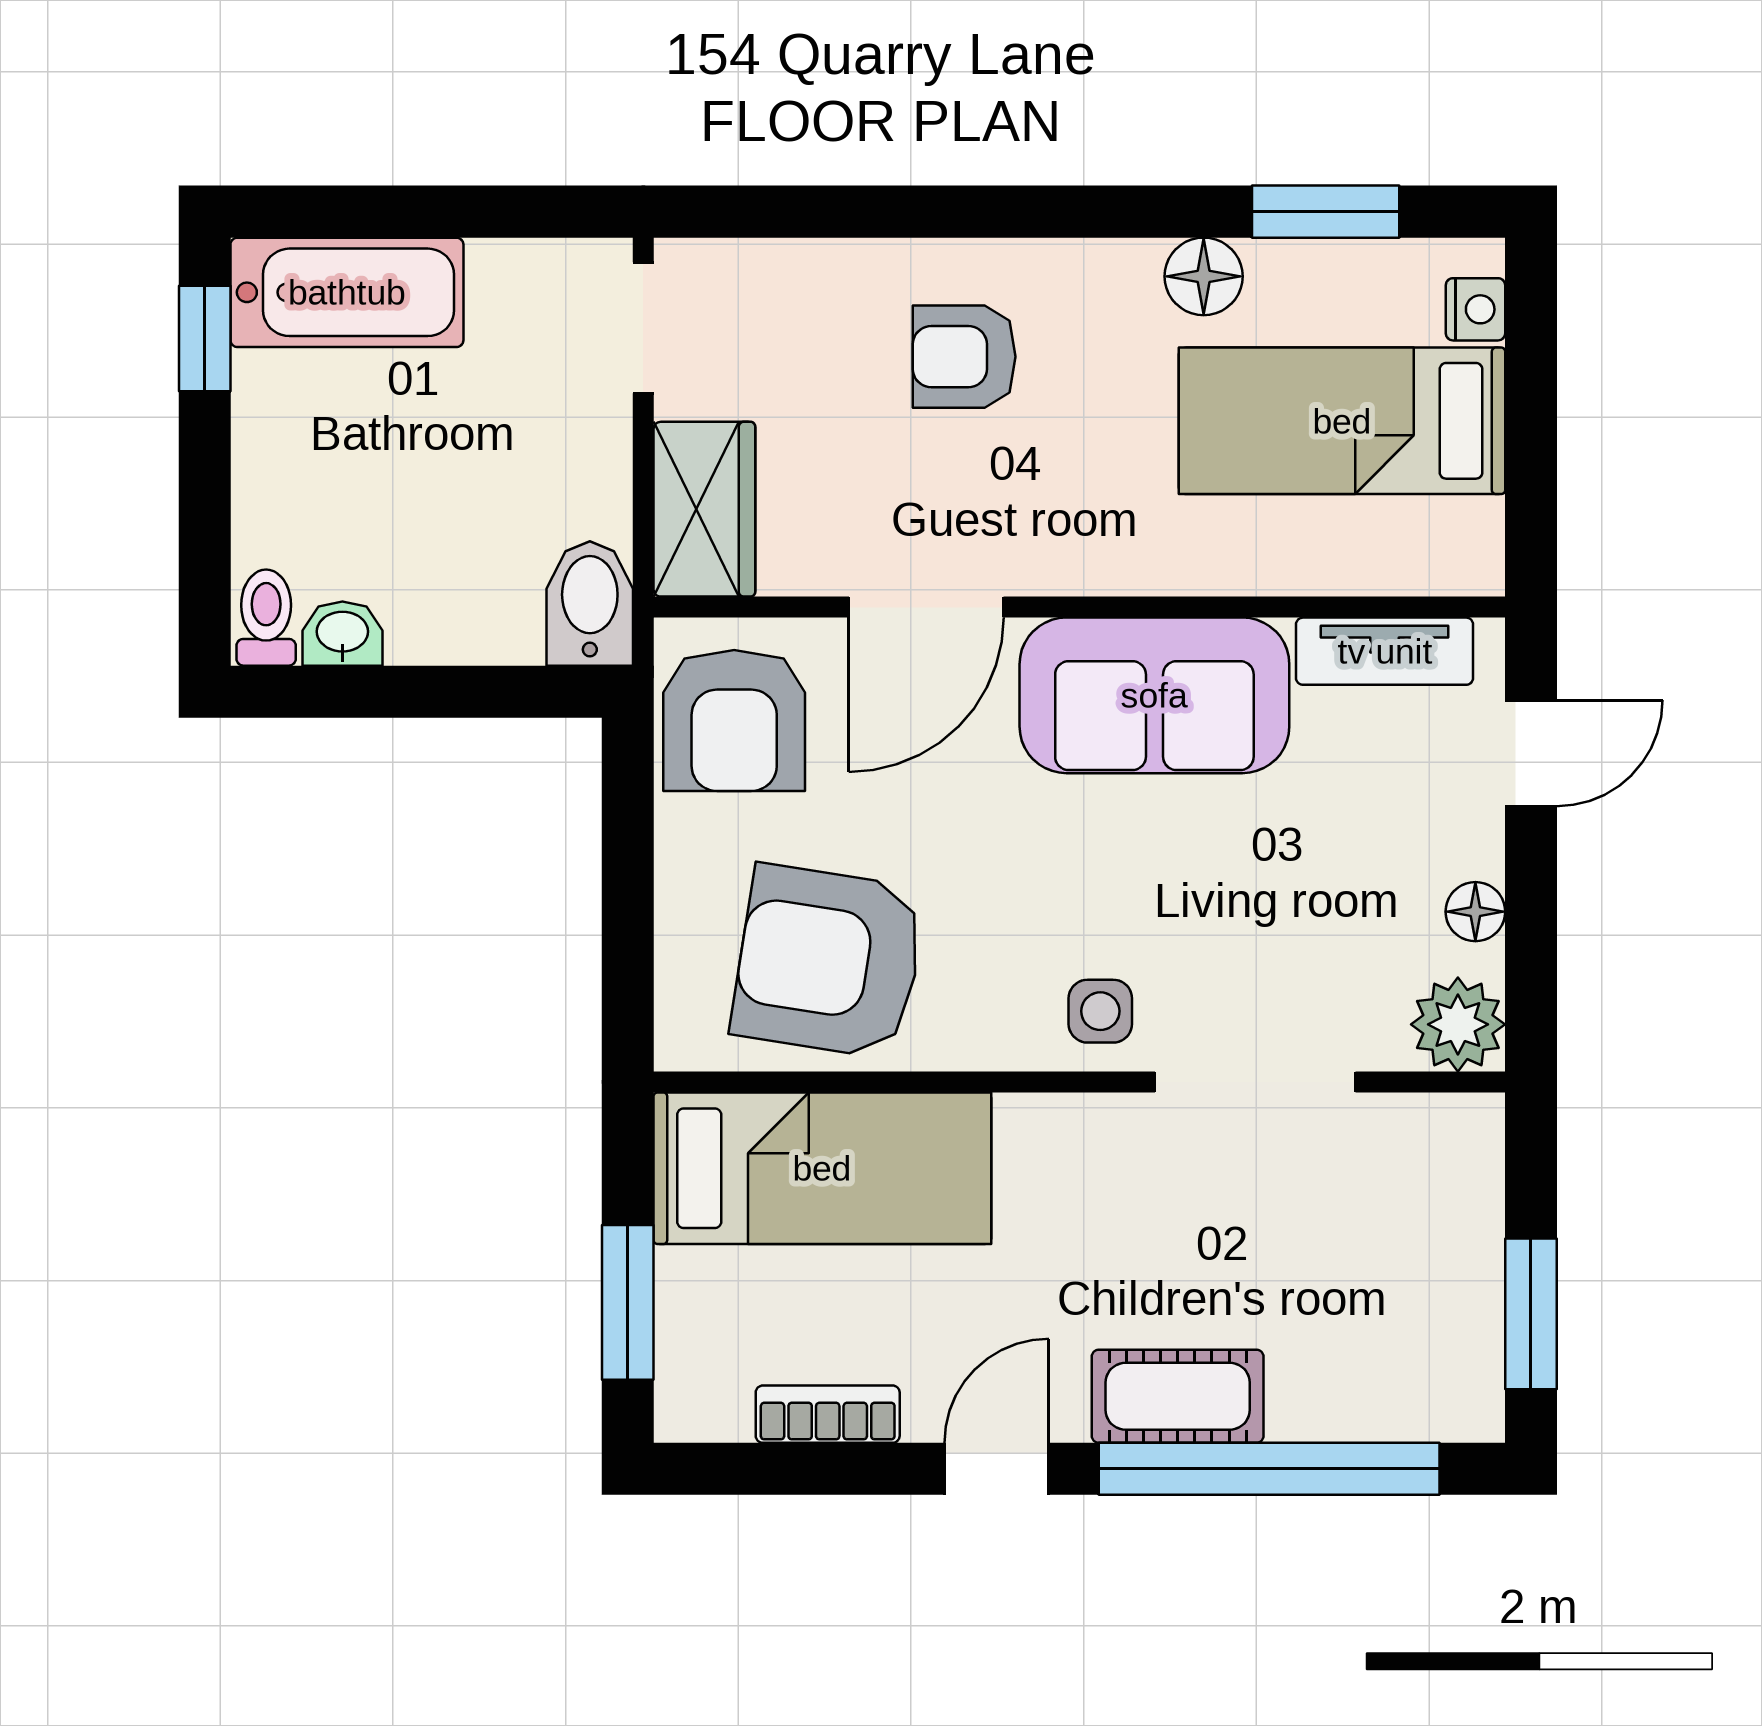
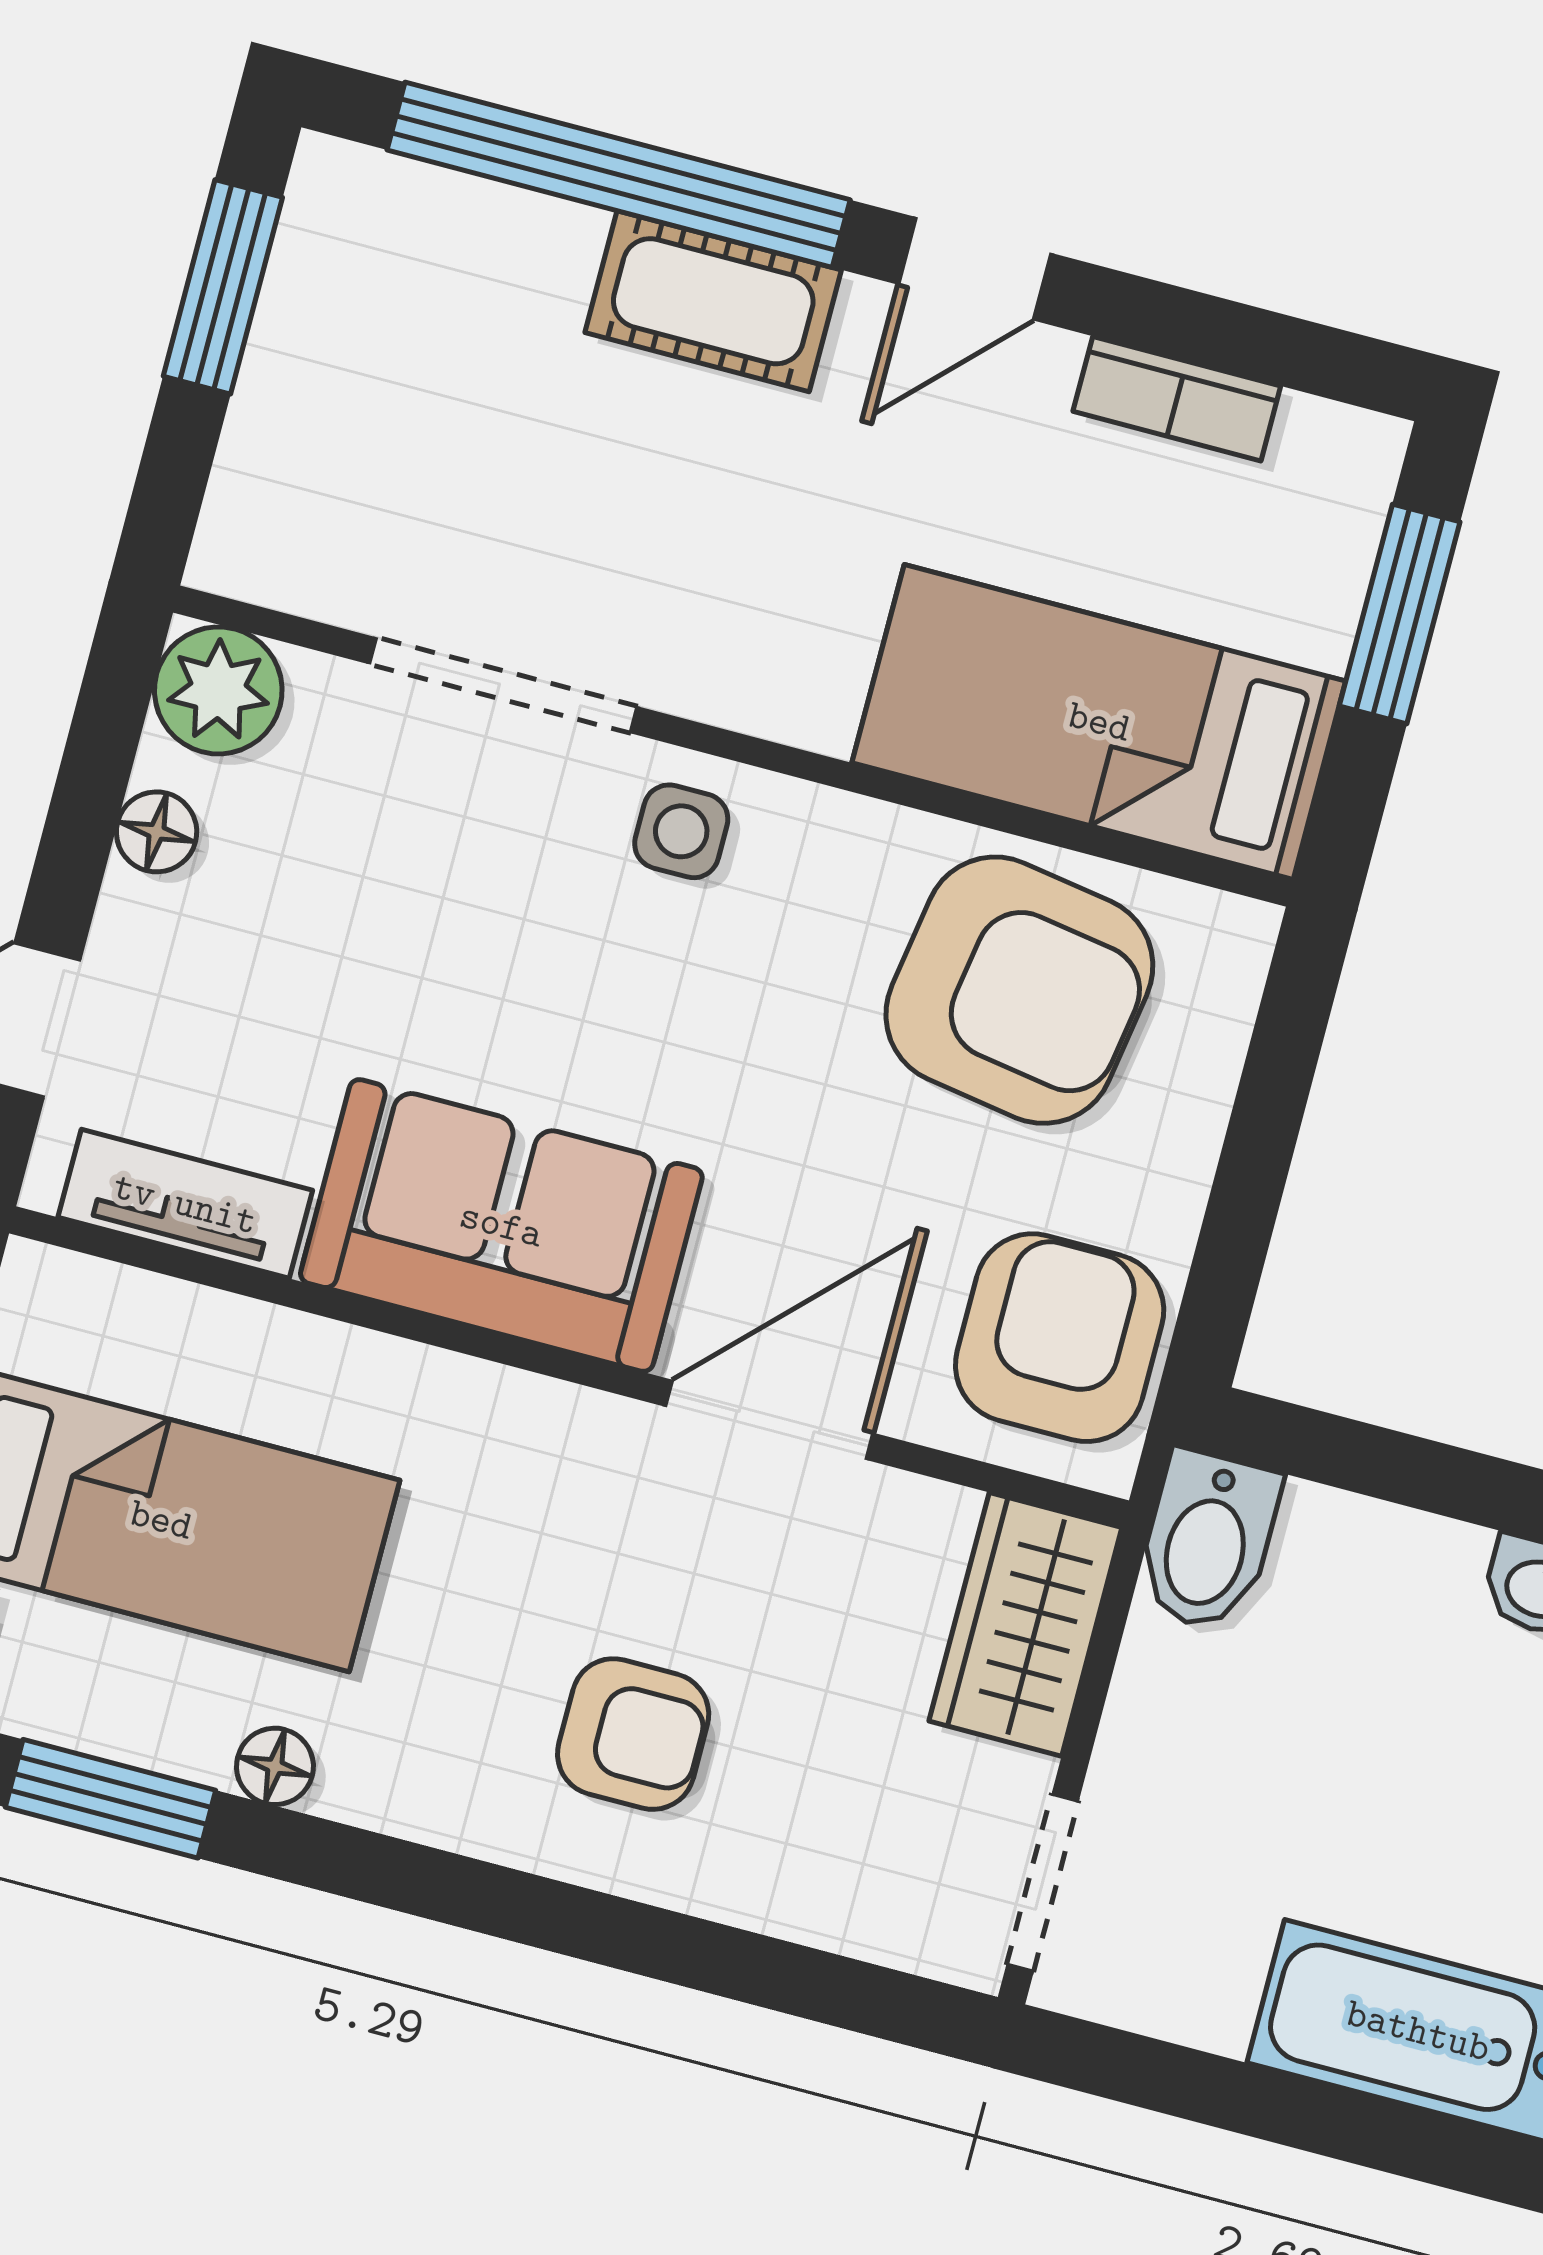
floor lamp: (1204, 276) -> (275, 1766), width x0.73, depth x0.73

